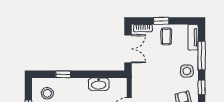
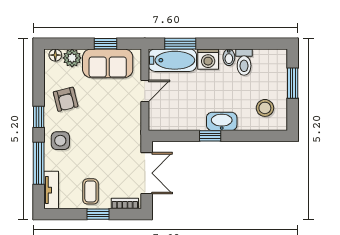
double door: (128, 49) -> (147, 173), swing flipped
window: (63, 74) -> (210, 136), moved
washbasin: (99, 84) -> (222, 121), moved

